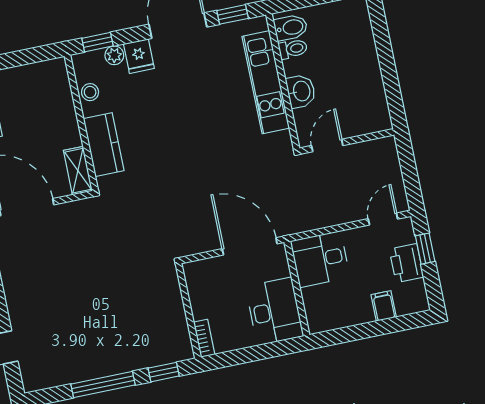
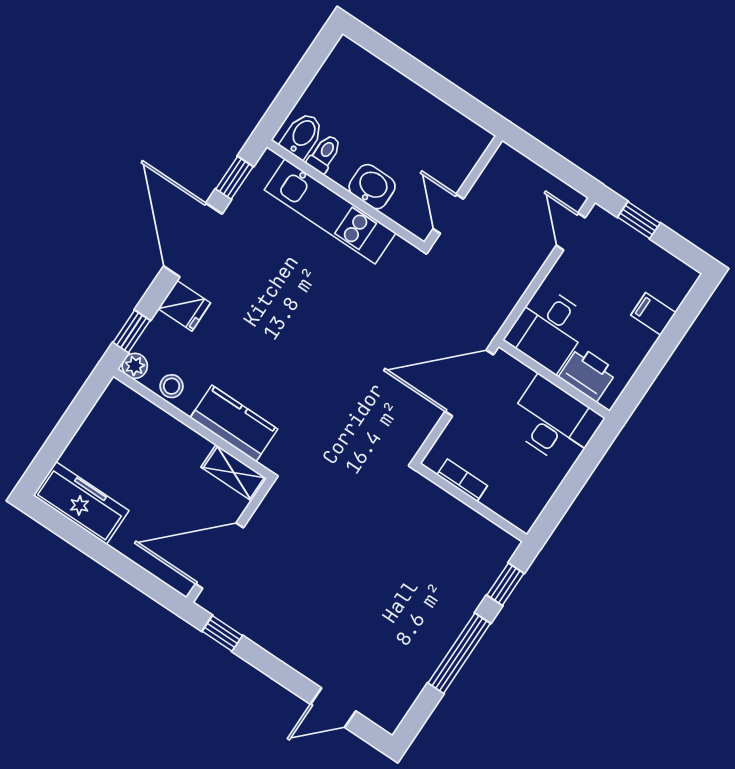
plant: (114, 55) -> (135, 366), moved
printer: (406, 263) -> (588, 374), moved, turned 180
bookcase: (204, 338) -> (462, 480), moved

